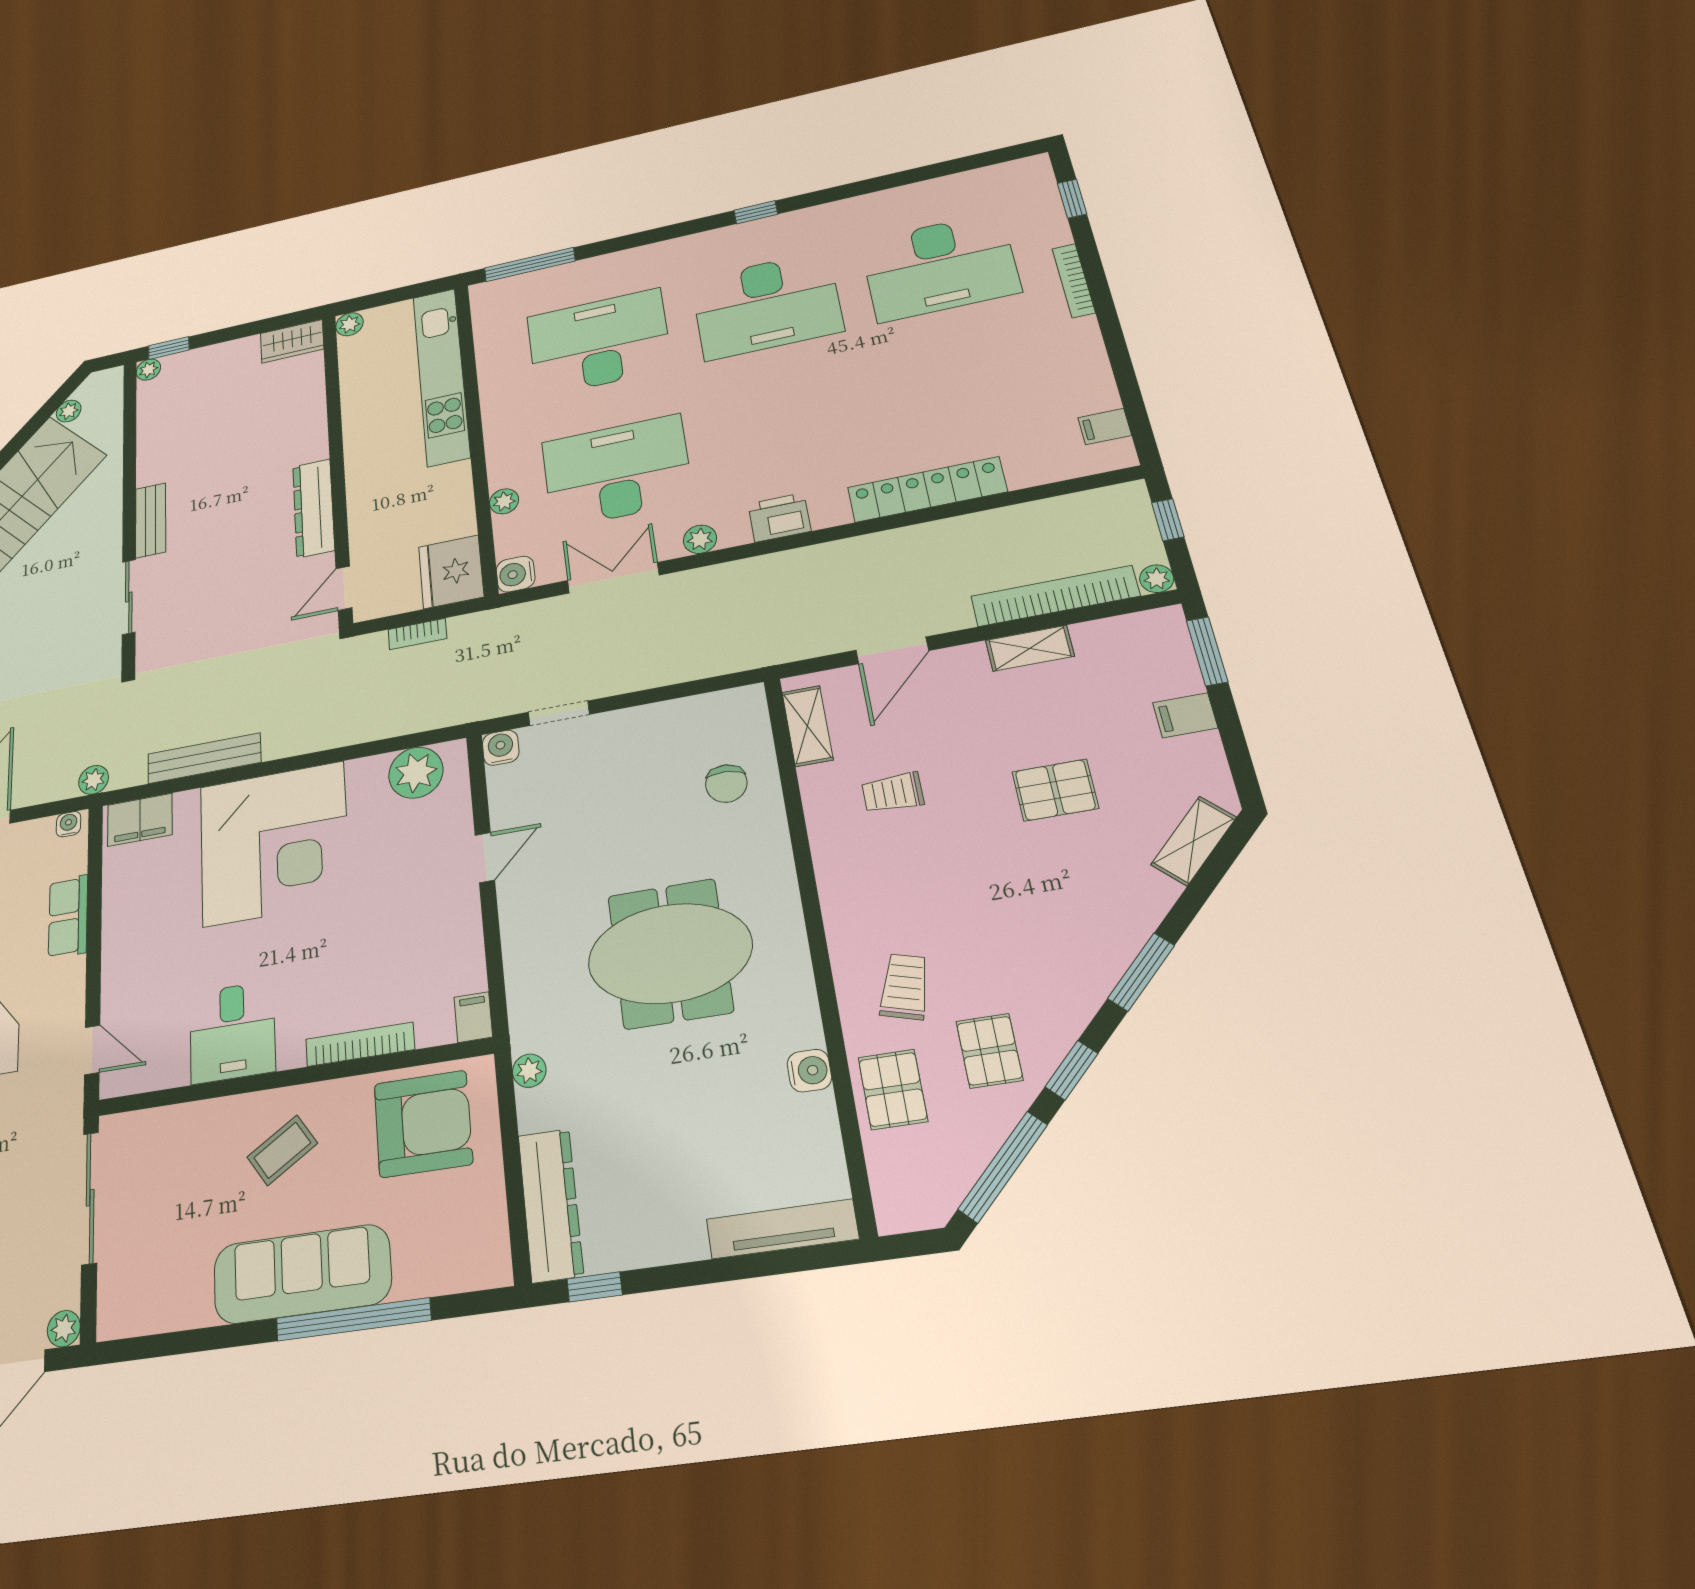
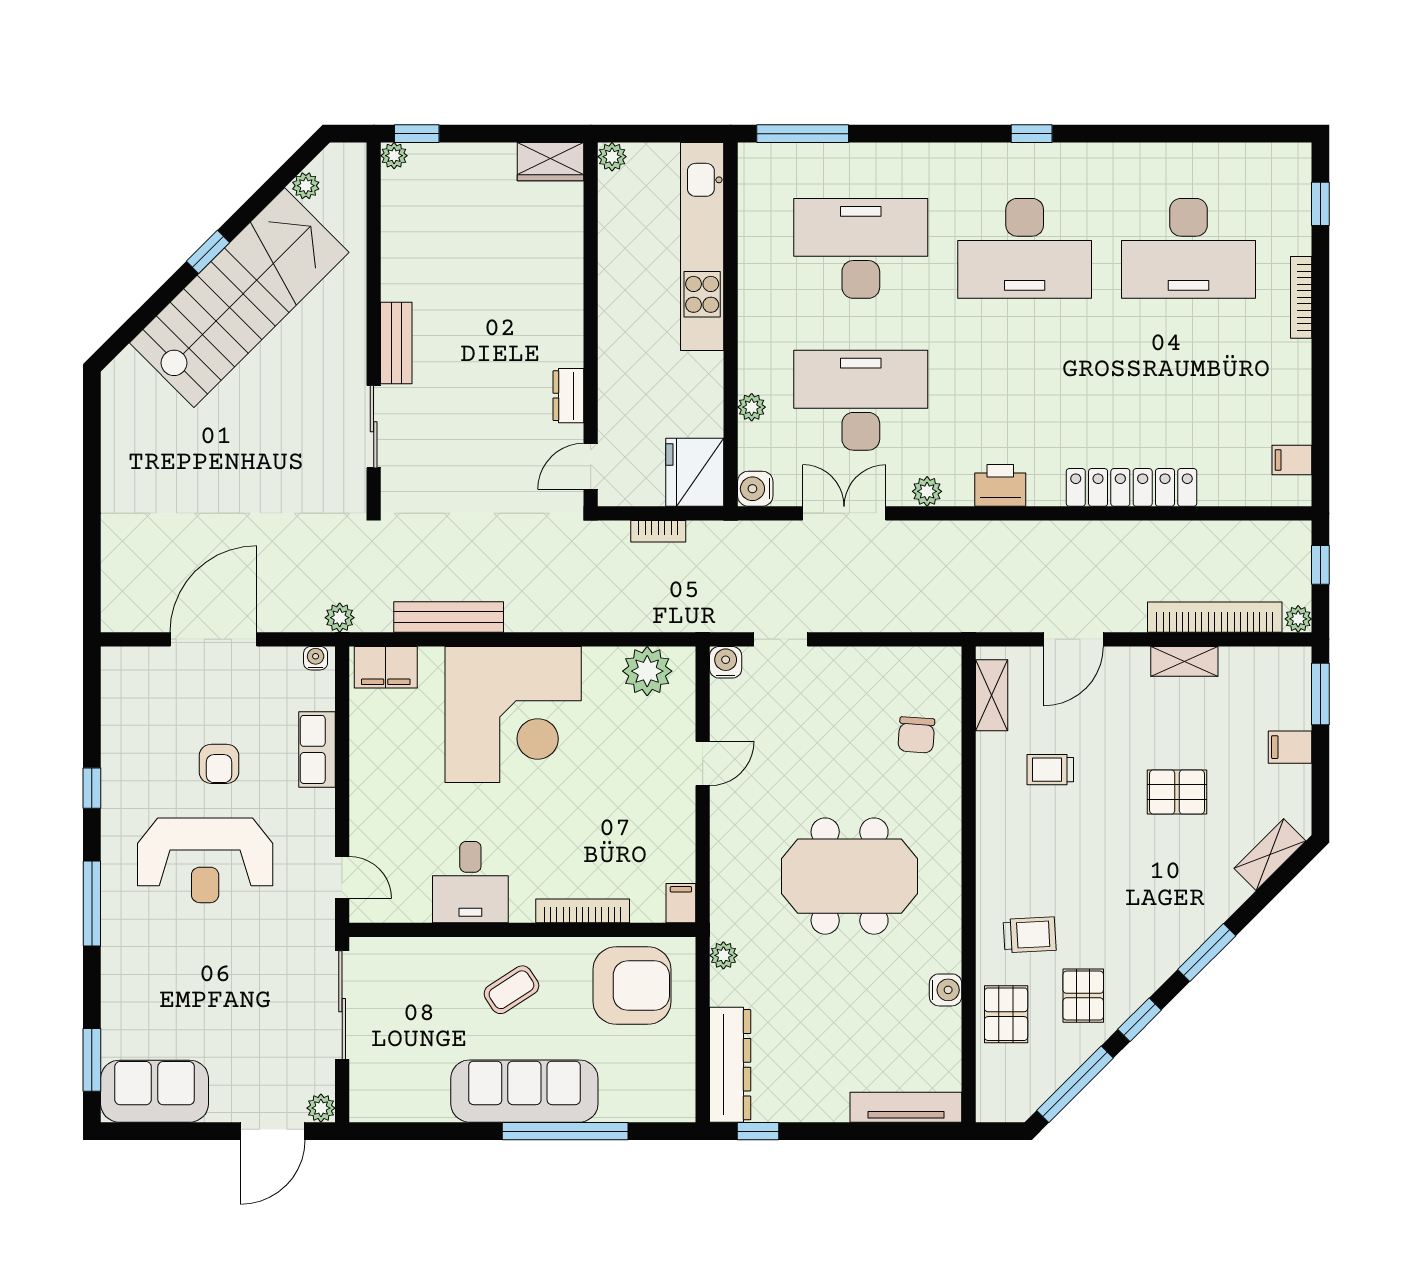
dresser: (314, 508) -> (568, 396), width x0.51, depth x0.80
trolley: (905, 987) -> (1030, 935), turned 71

